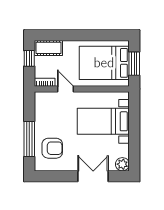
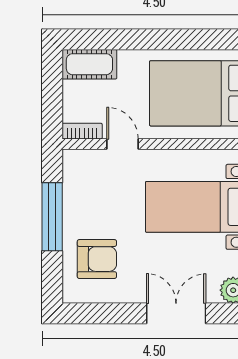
window: (29, 58) -> (52, 85), removed
window: (29, 139) -> (52, 217), moved

